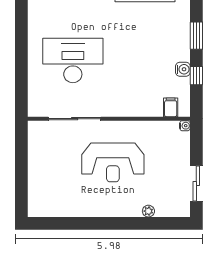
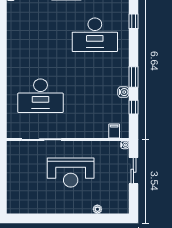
desk: (73, 60) -> (40, 96), turned 180
water cooler: (183, 69) -> (123, 92), moved
sliding door: (196, 183) -> (133, 171), moved

